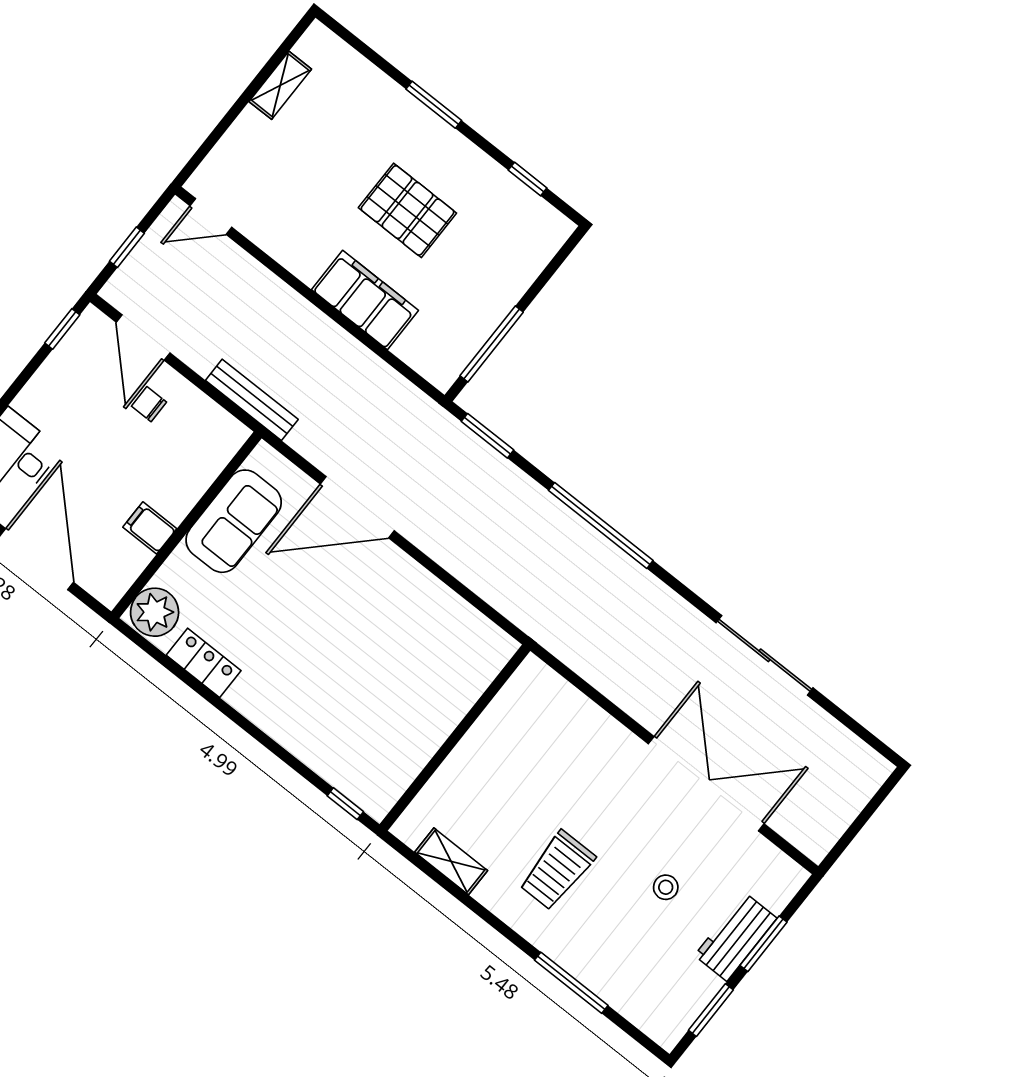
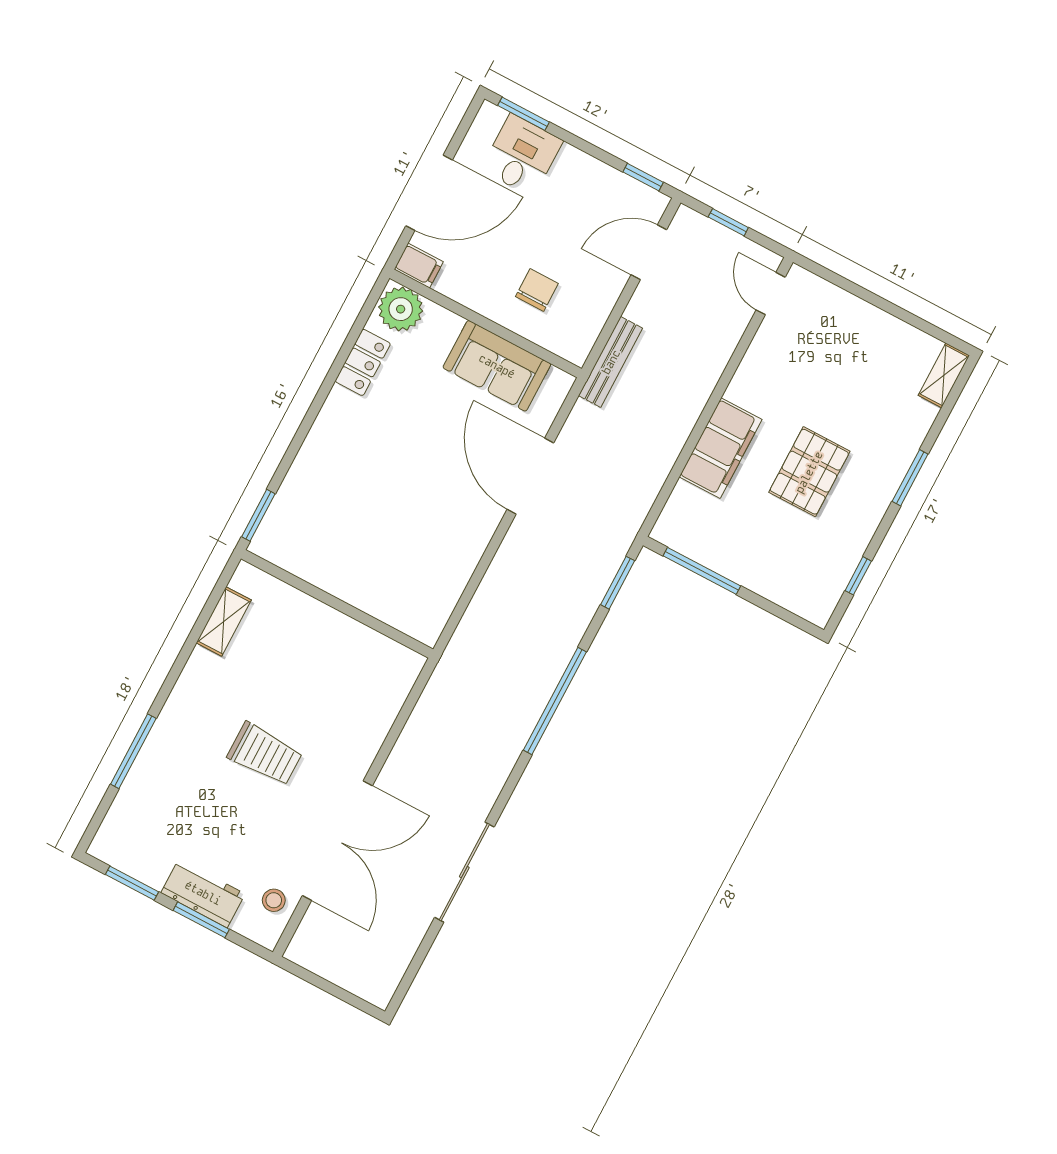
shelving: (280, 85) -> (944, 375), moved, turned 90
chair: (149, 404) -> (537, 290), moved, width x1.37, depth x1.37
filing cabinet: (150, 528) -> (419, 266), moved, turned 90
window: (345, 804) -> (258, 515), width x1.50
trolley: (557, 870) -> (265, 754), moved, turned 180
stool: (666, 887) -> (274, 900), moved

